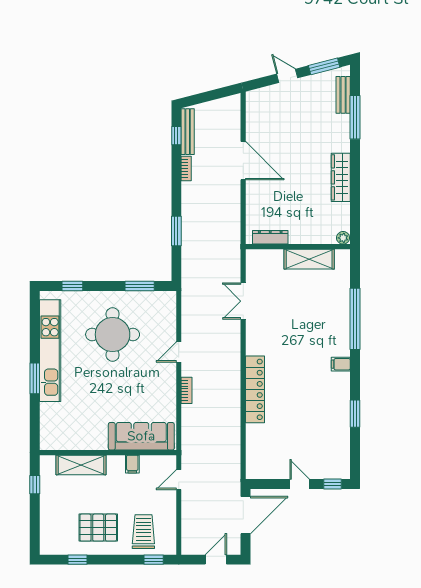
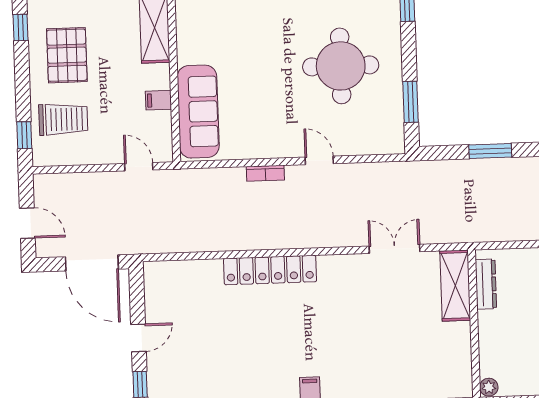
shelving: (309, 259) -> (455, 286), moved

